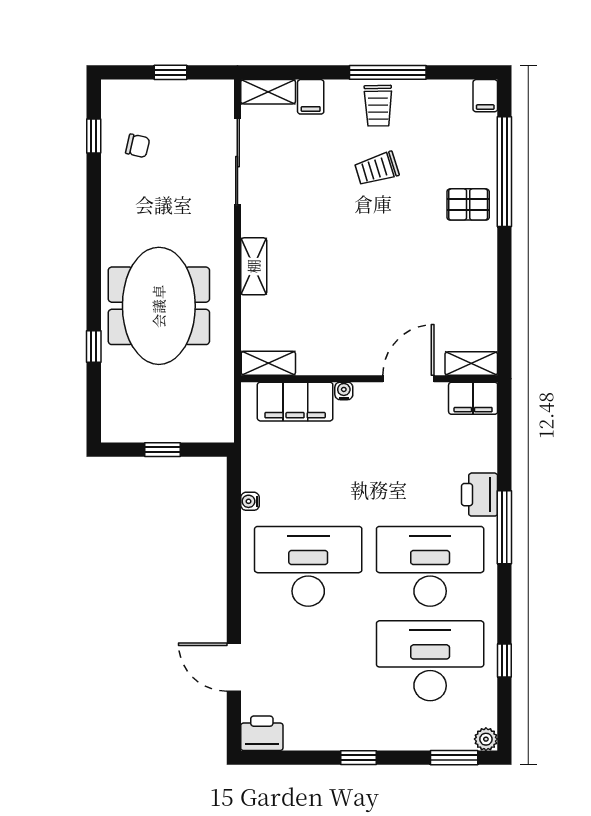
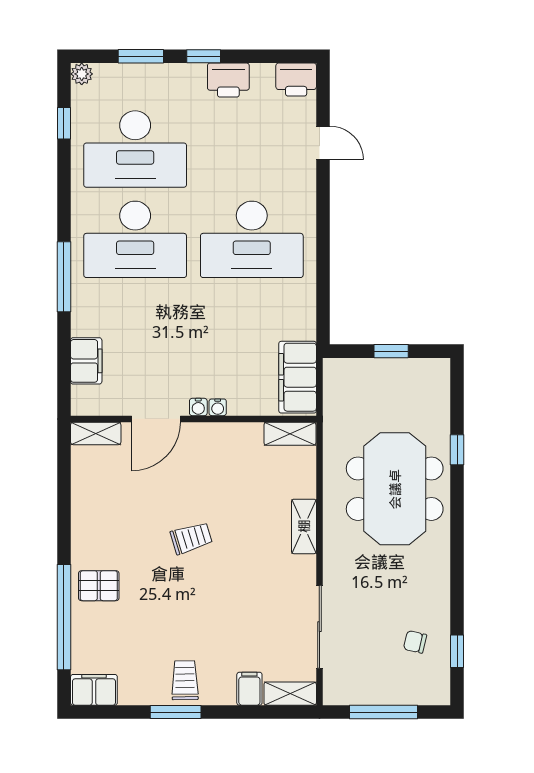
window: (170, 72) -> (384, 712), width x2.17
window: (388, 72) -> (176, 712), width x0.69
filing cabinet: (485, 96) -> (94, 690), width x2.00
trolley: (377, 169) -> (191, 538), moved
filing cabinet: (473, 398) -> (86, 361), moved, turned 90
filing cabinet: (295, 402) -> (298, 377), moved, turned -90
printer: (480, 495) -> (228, 80), moved, turned 90
water cooler: (250, 501) -> (198, 407), moved, turned 90
window: (504, 661) -> (64, 123), moved
door: (234, 667) -> (323, 143), width x0.73
window: (454, 758) -> (141, 56), moved

